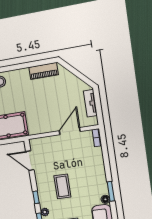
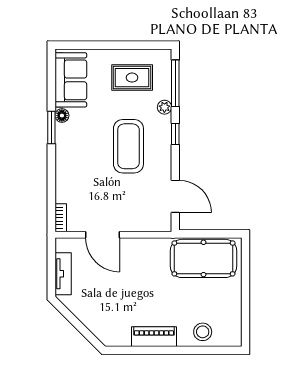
piano: (44, 71) -> (154, 337), moved
door: (70, 131) -> (102, 235), hinge flipped
coffee table: (62, 186) -> (128, 146), width x1.36, depth x1.32

